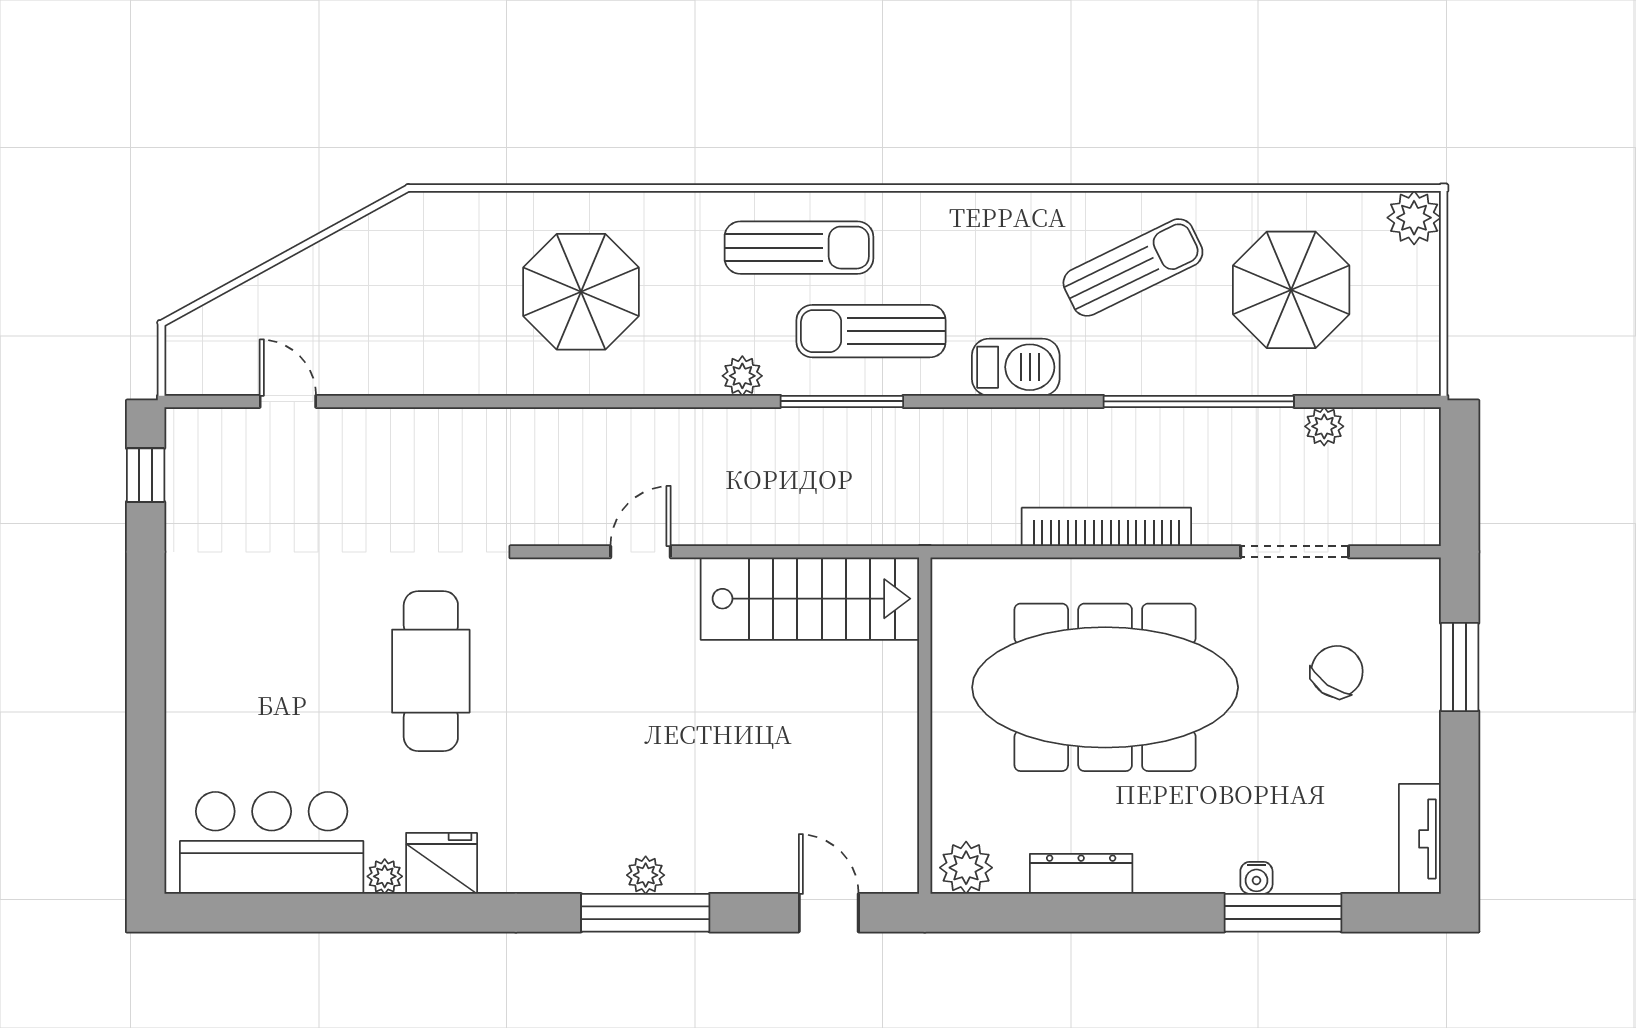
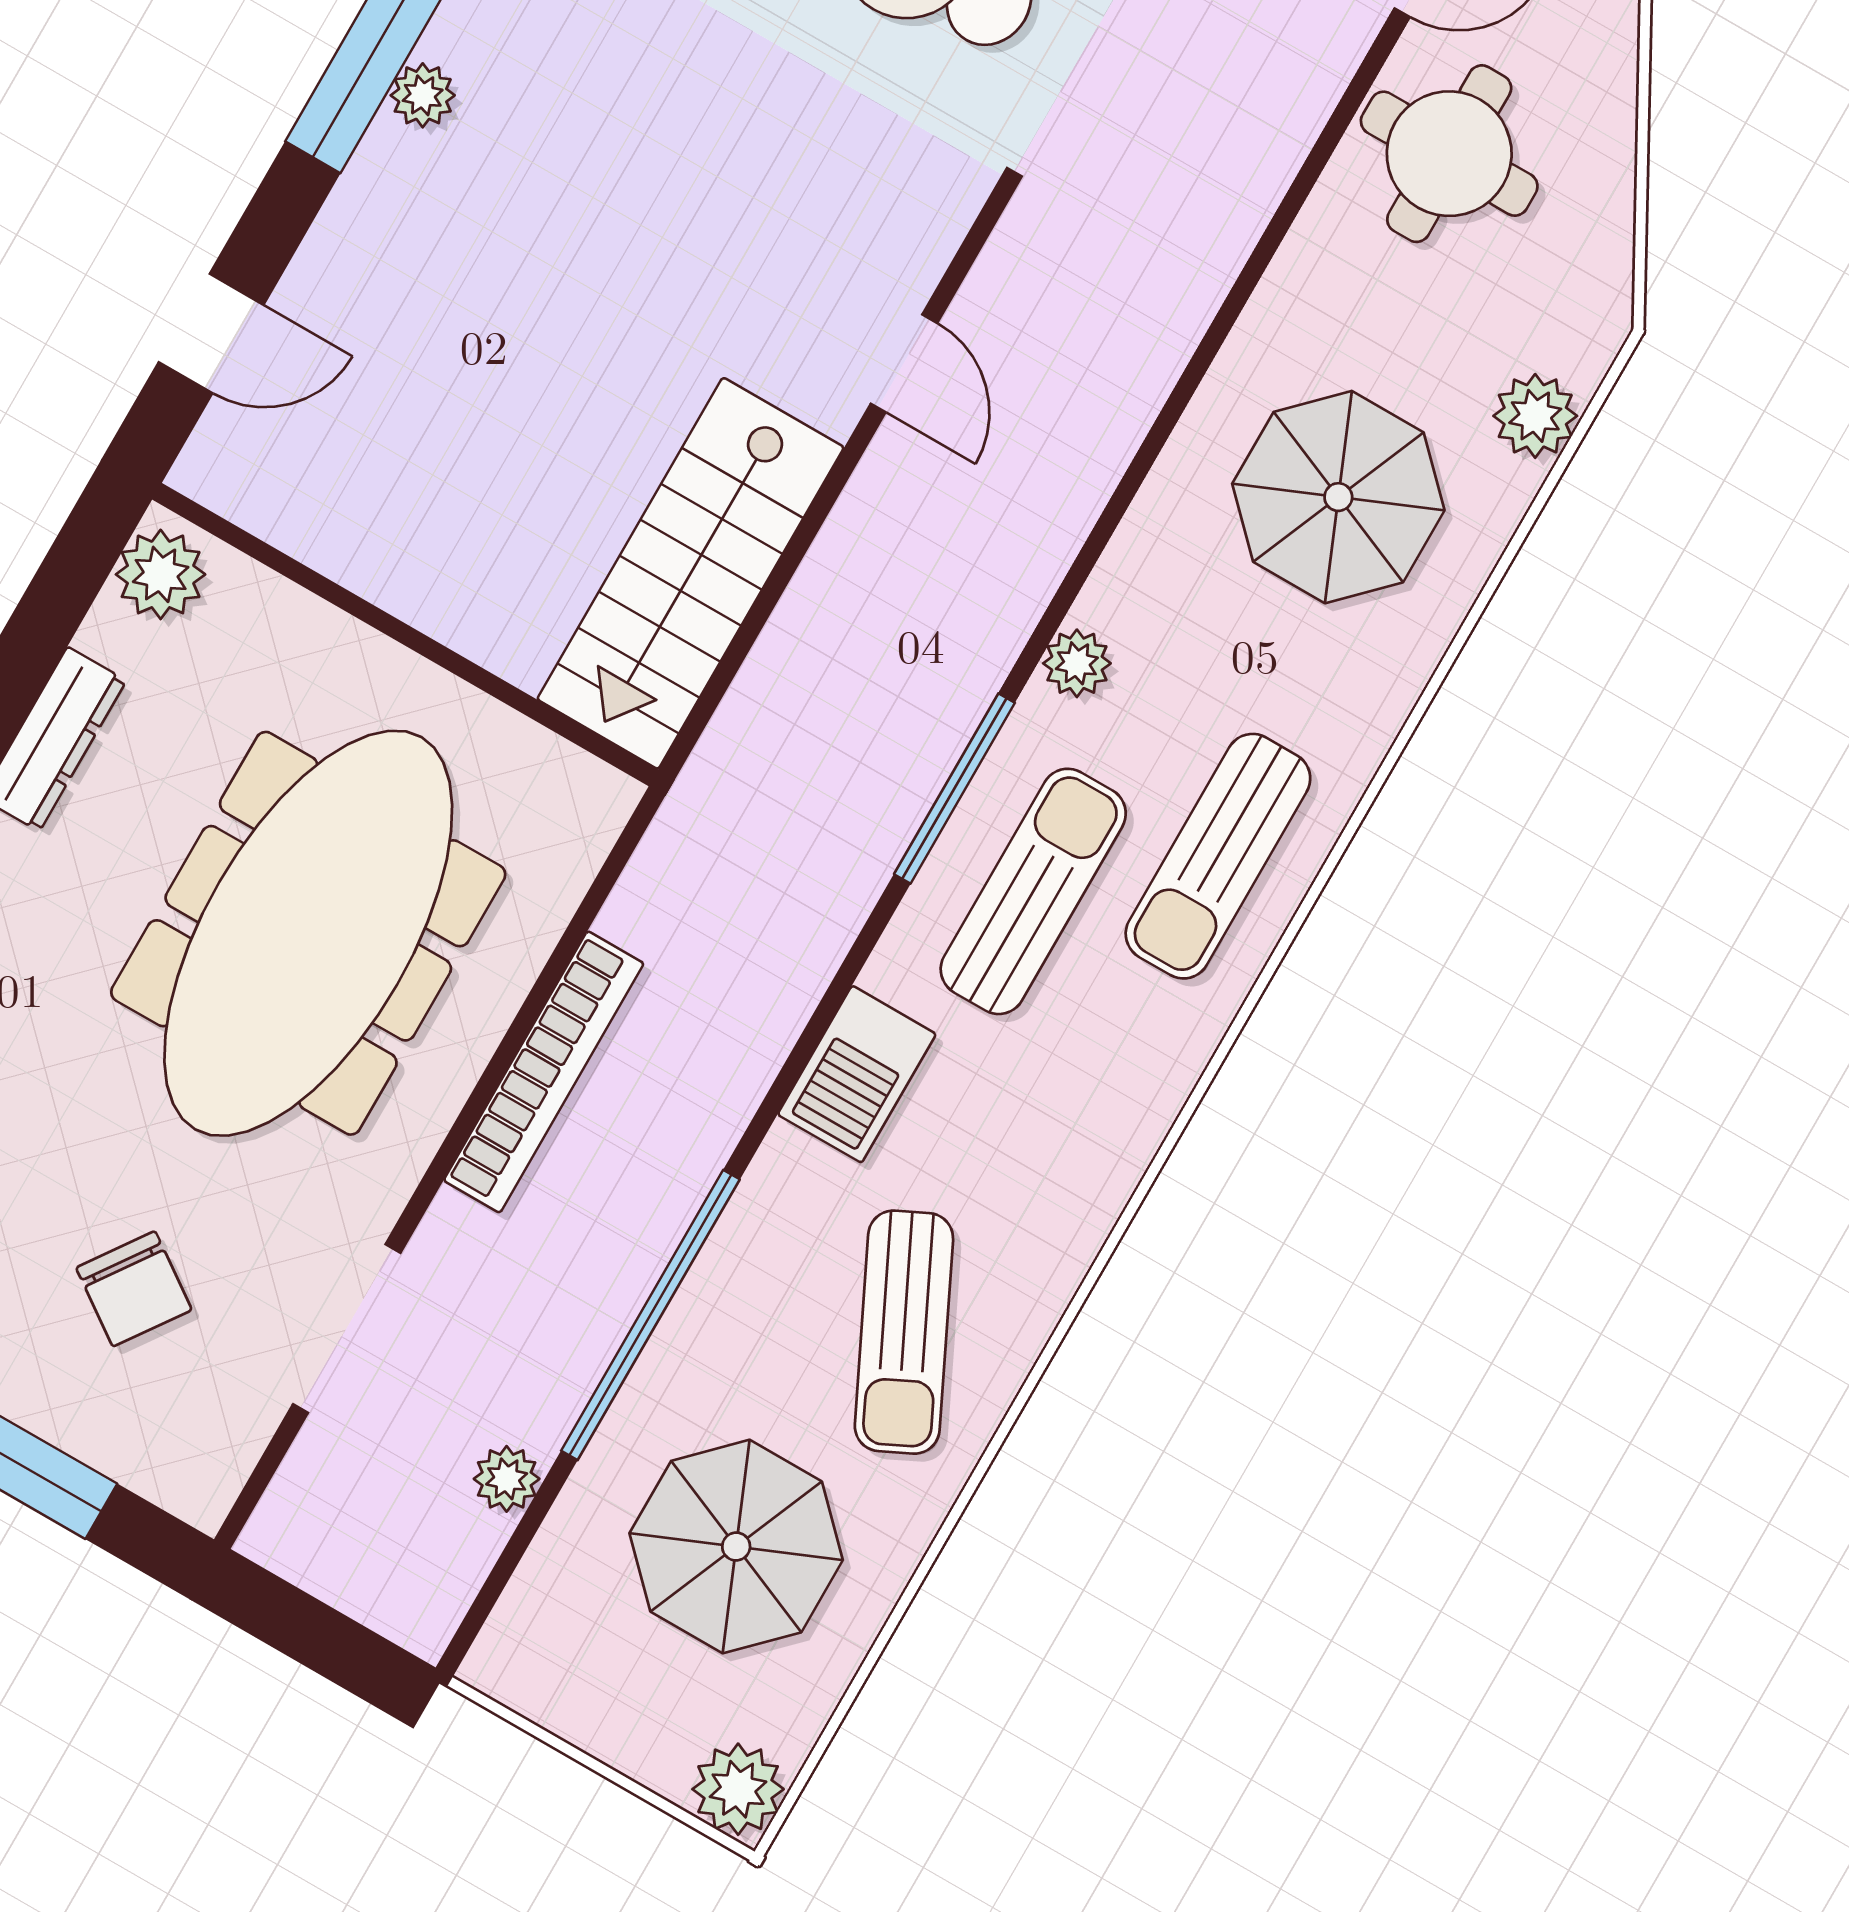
plant: (482, 215) -> (1535, 416), added
round table: (374, 336) -> (1449, 154), added

